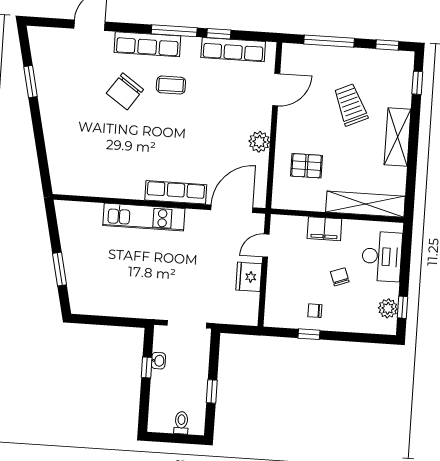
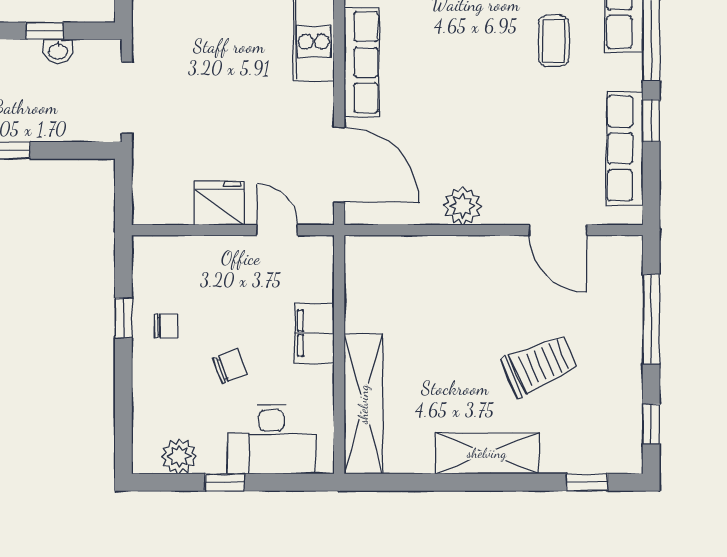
pallet: (307, 166) -> (425, 294), removed
window: (402, 307) -> (225, 482), moved
chair: (315, 311) -> (166, 326), turned 90

